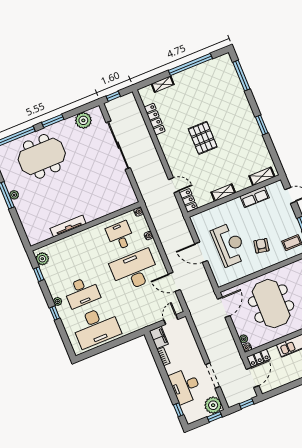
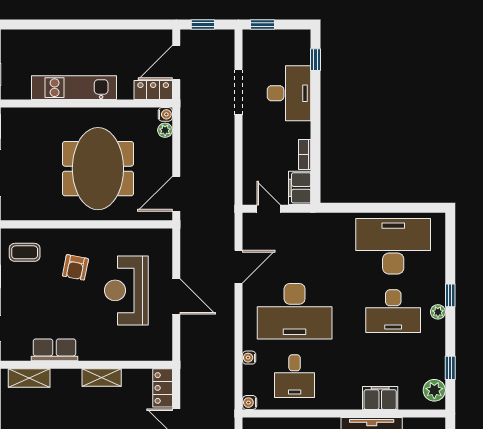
filing cabinet: (70, 243) -> (380, 398), added
door: (174, 282) -> (239, 267), hinge flipped
desk: (82, 292) -> (393, 311), turned 180
door: (171, 320) -> (269, 209), swing flipped
plant: (213, 405) -> (257, 44), removed

